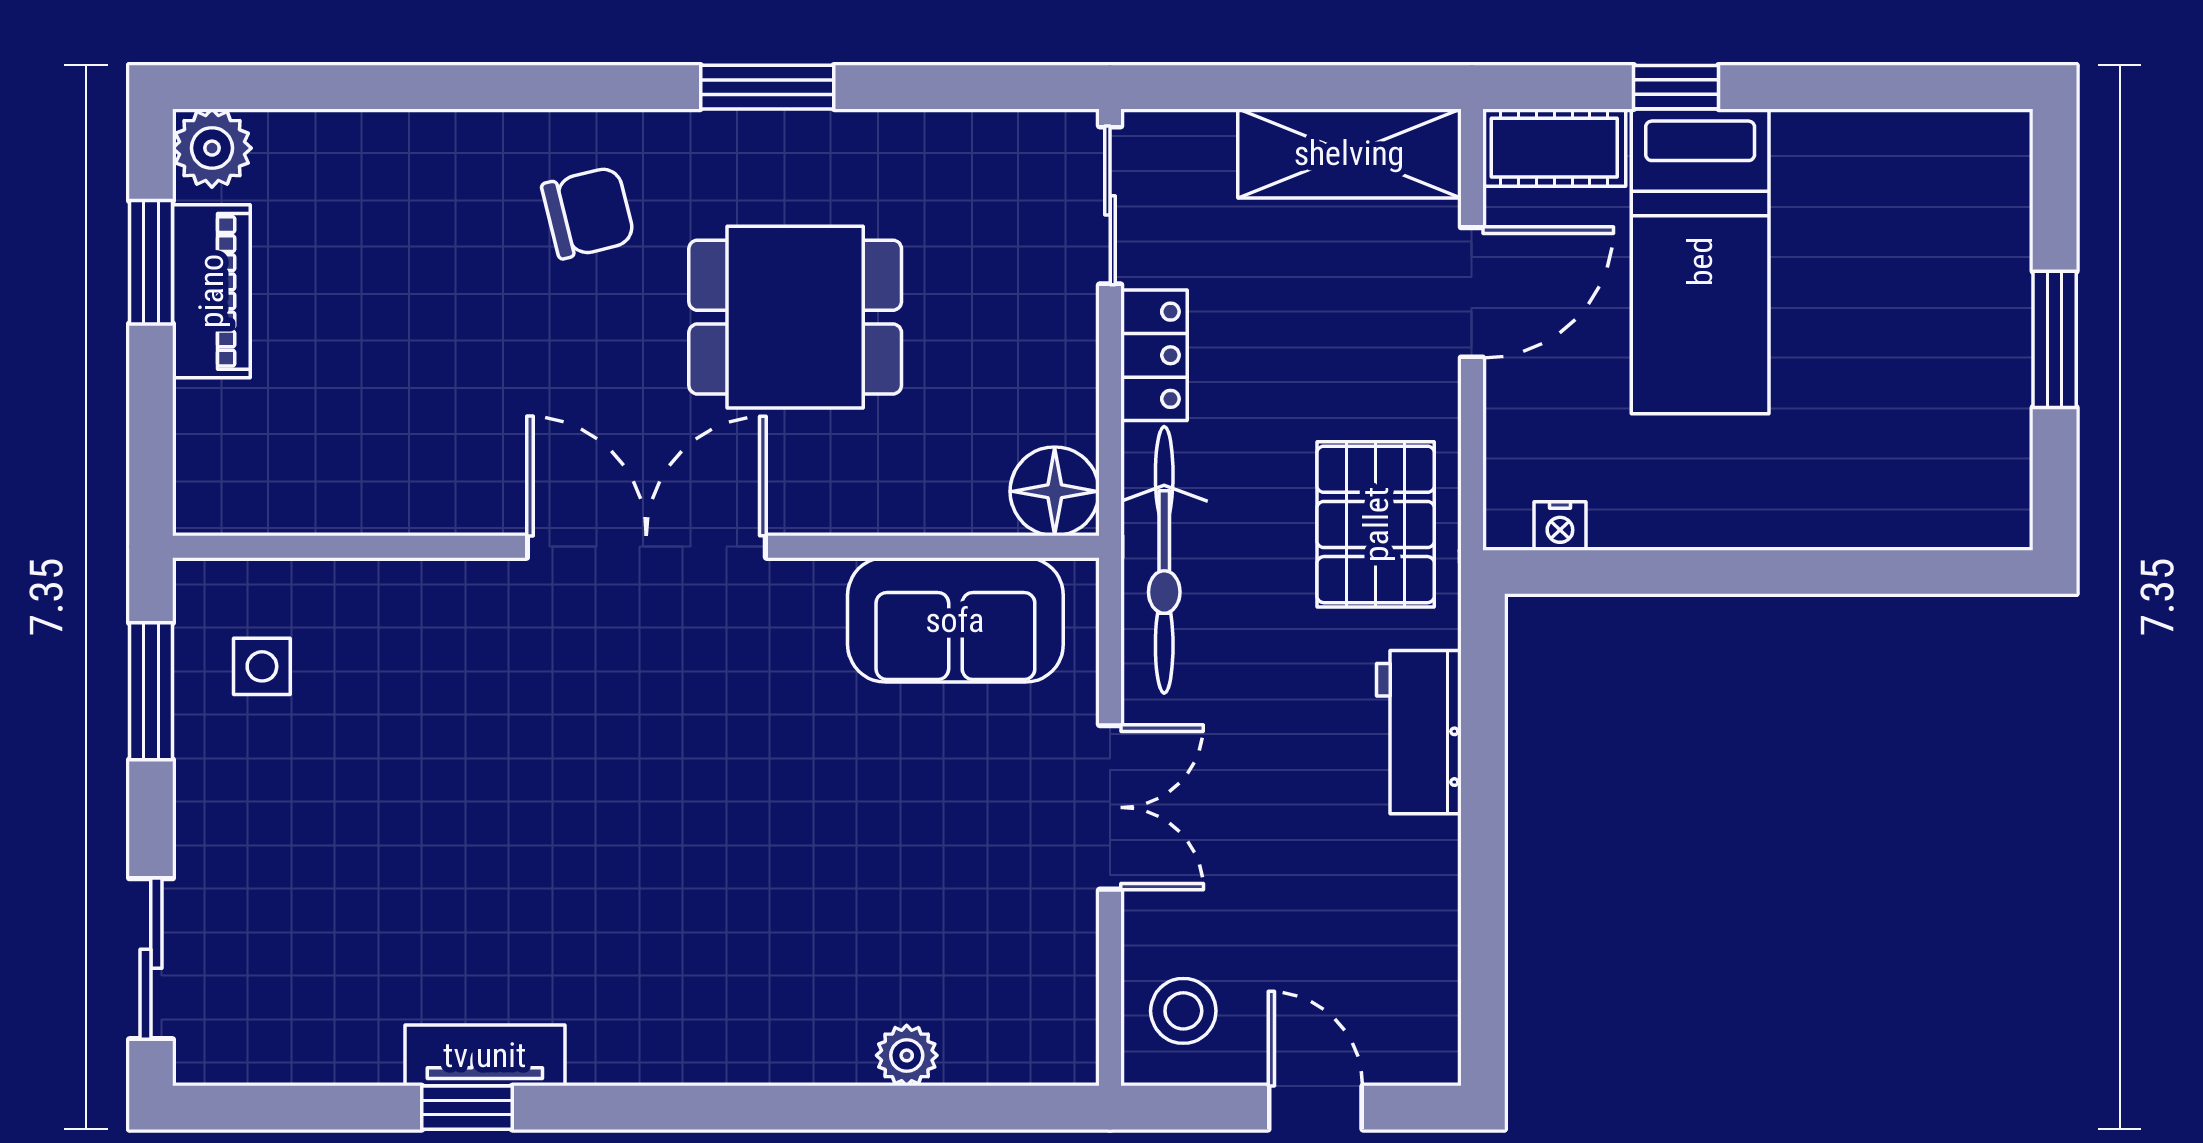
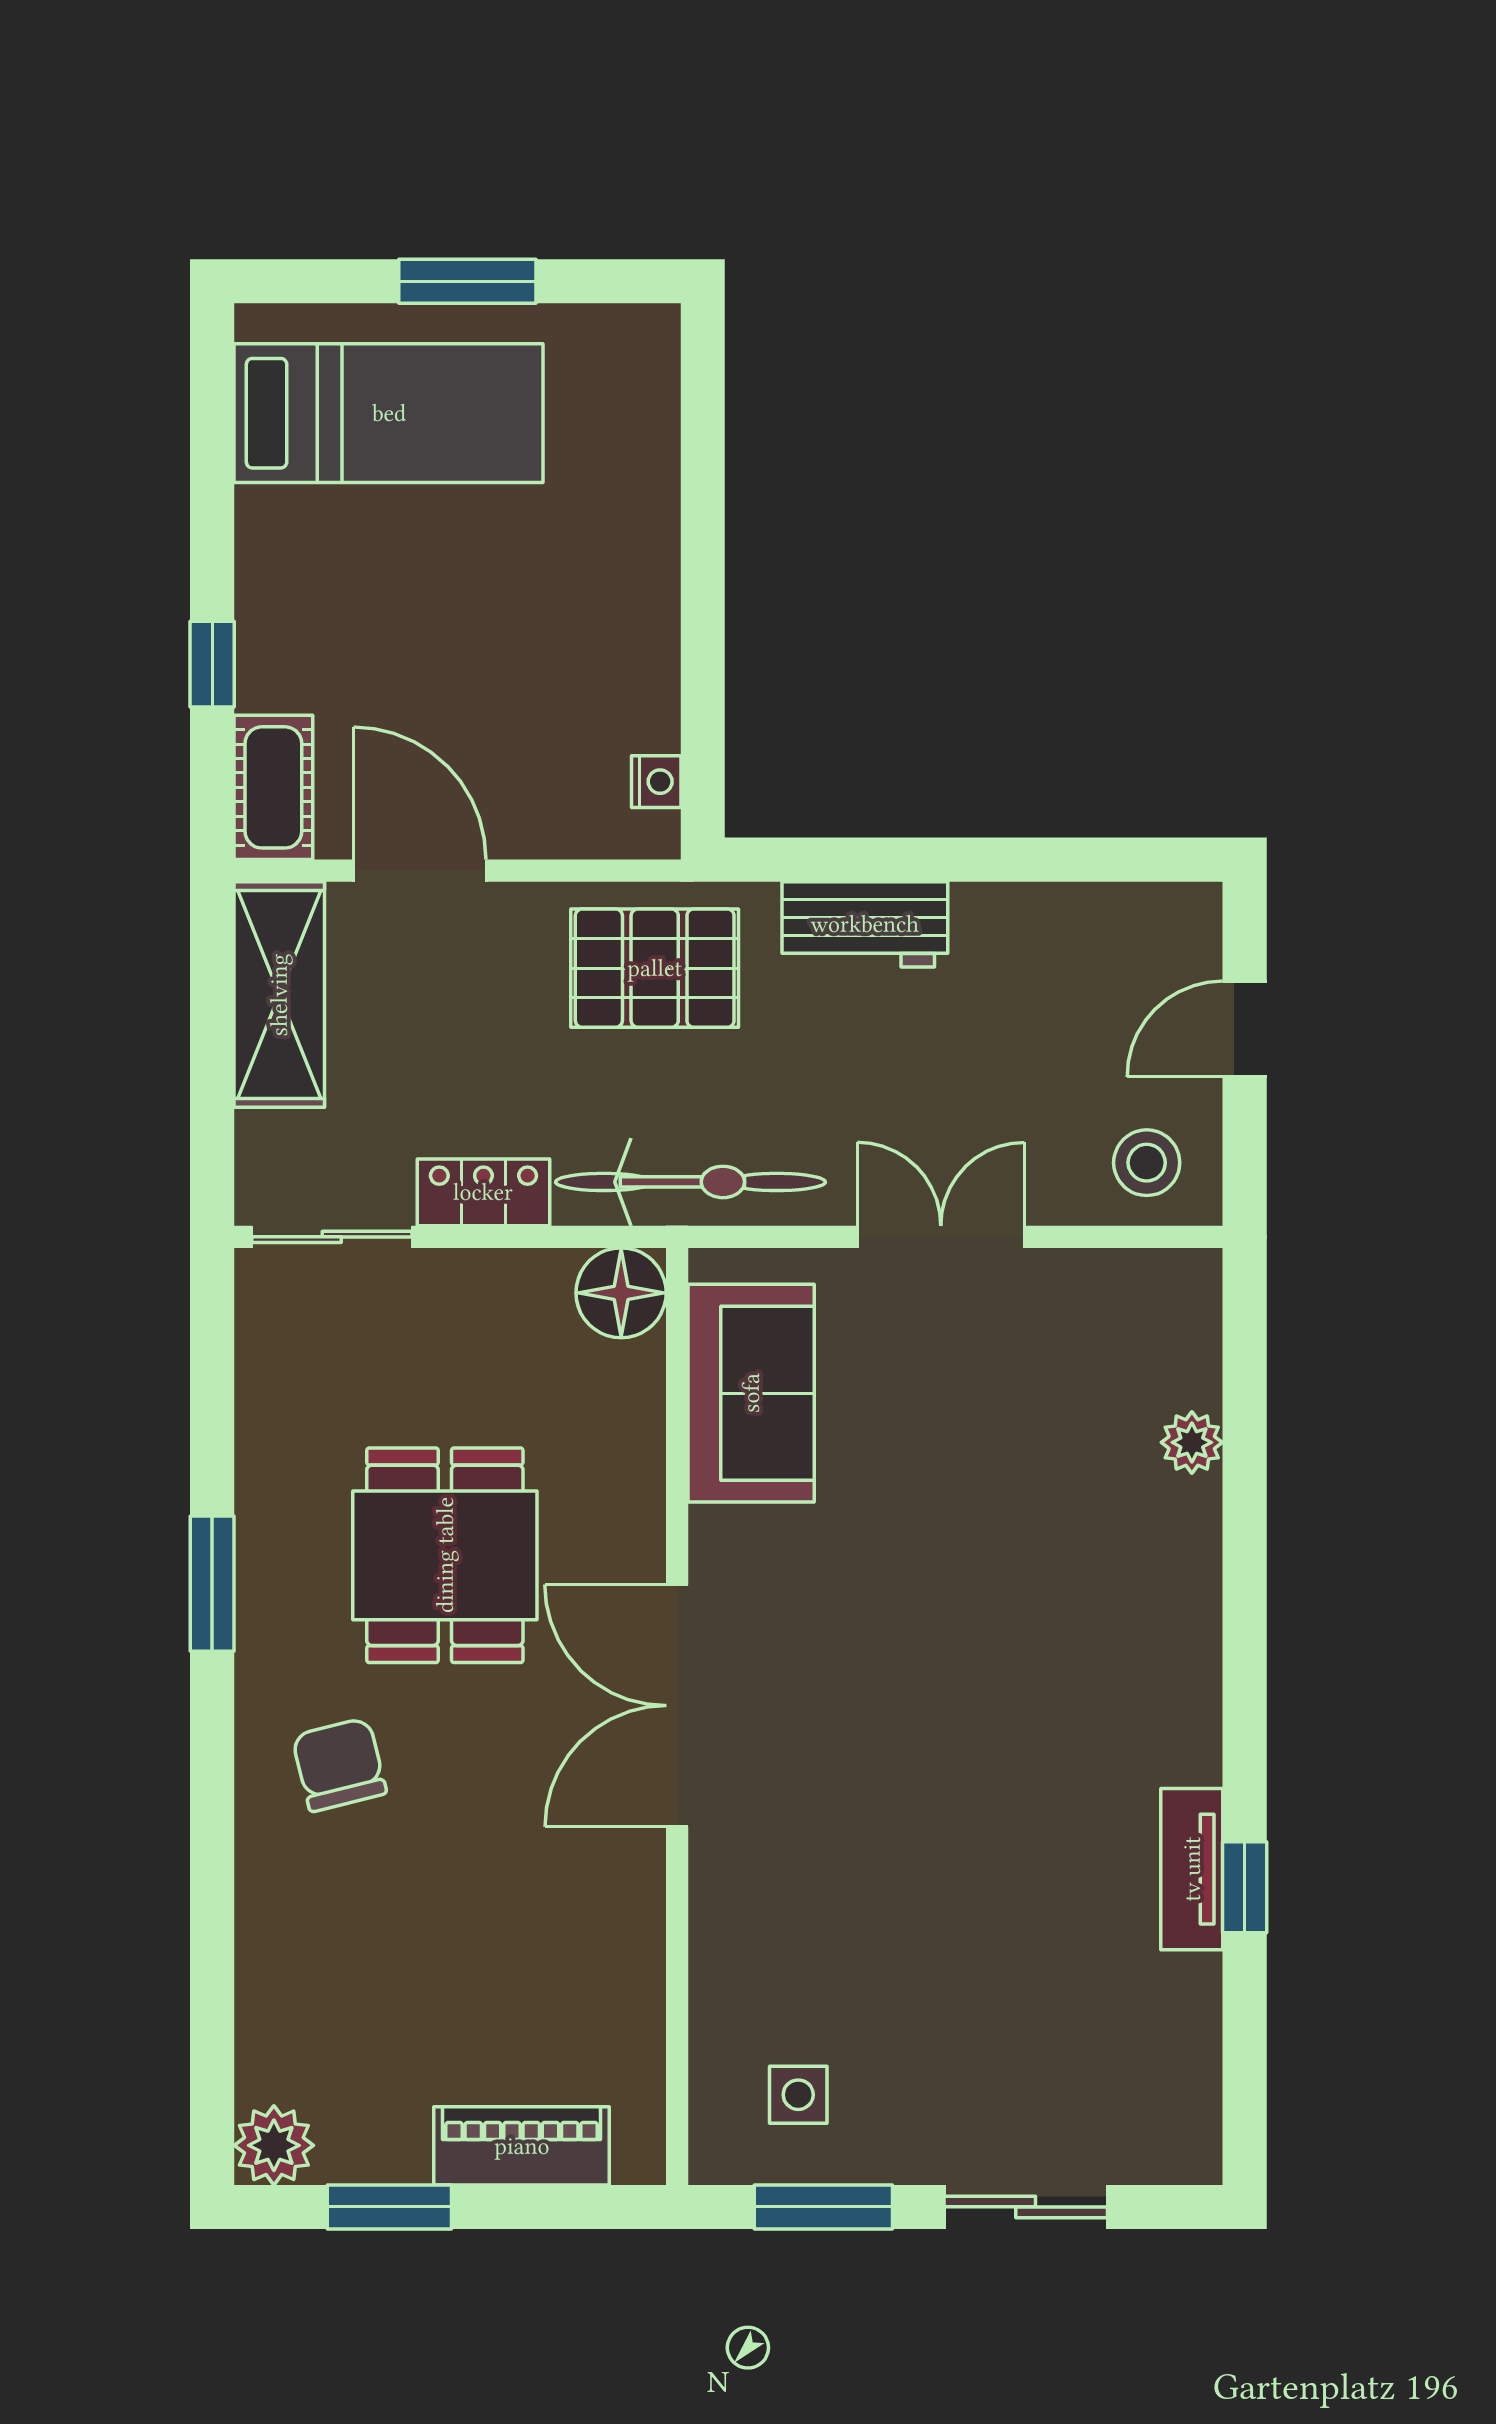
bed: (1700, 261) -> (389, 413), moved
piano: (211, 291) -> (522, 2146), moved
sliding door: (151, 959) -> (1026, 2207), moved

